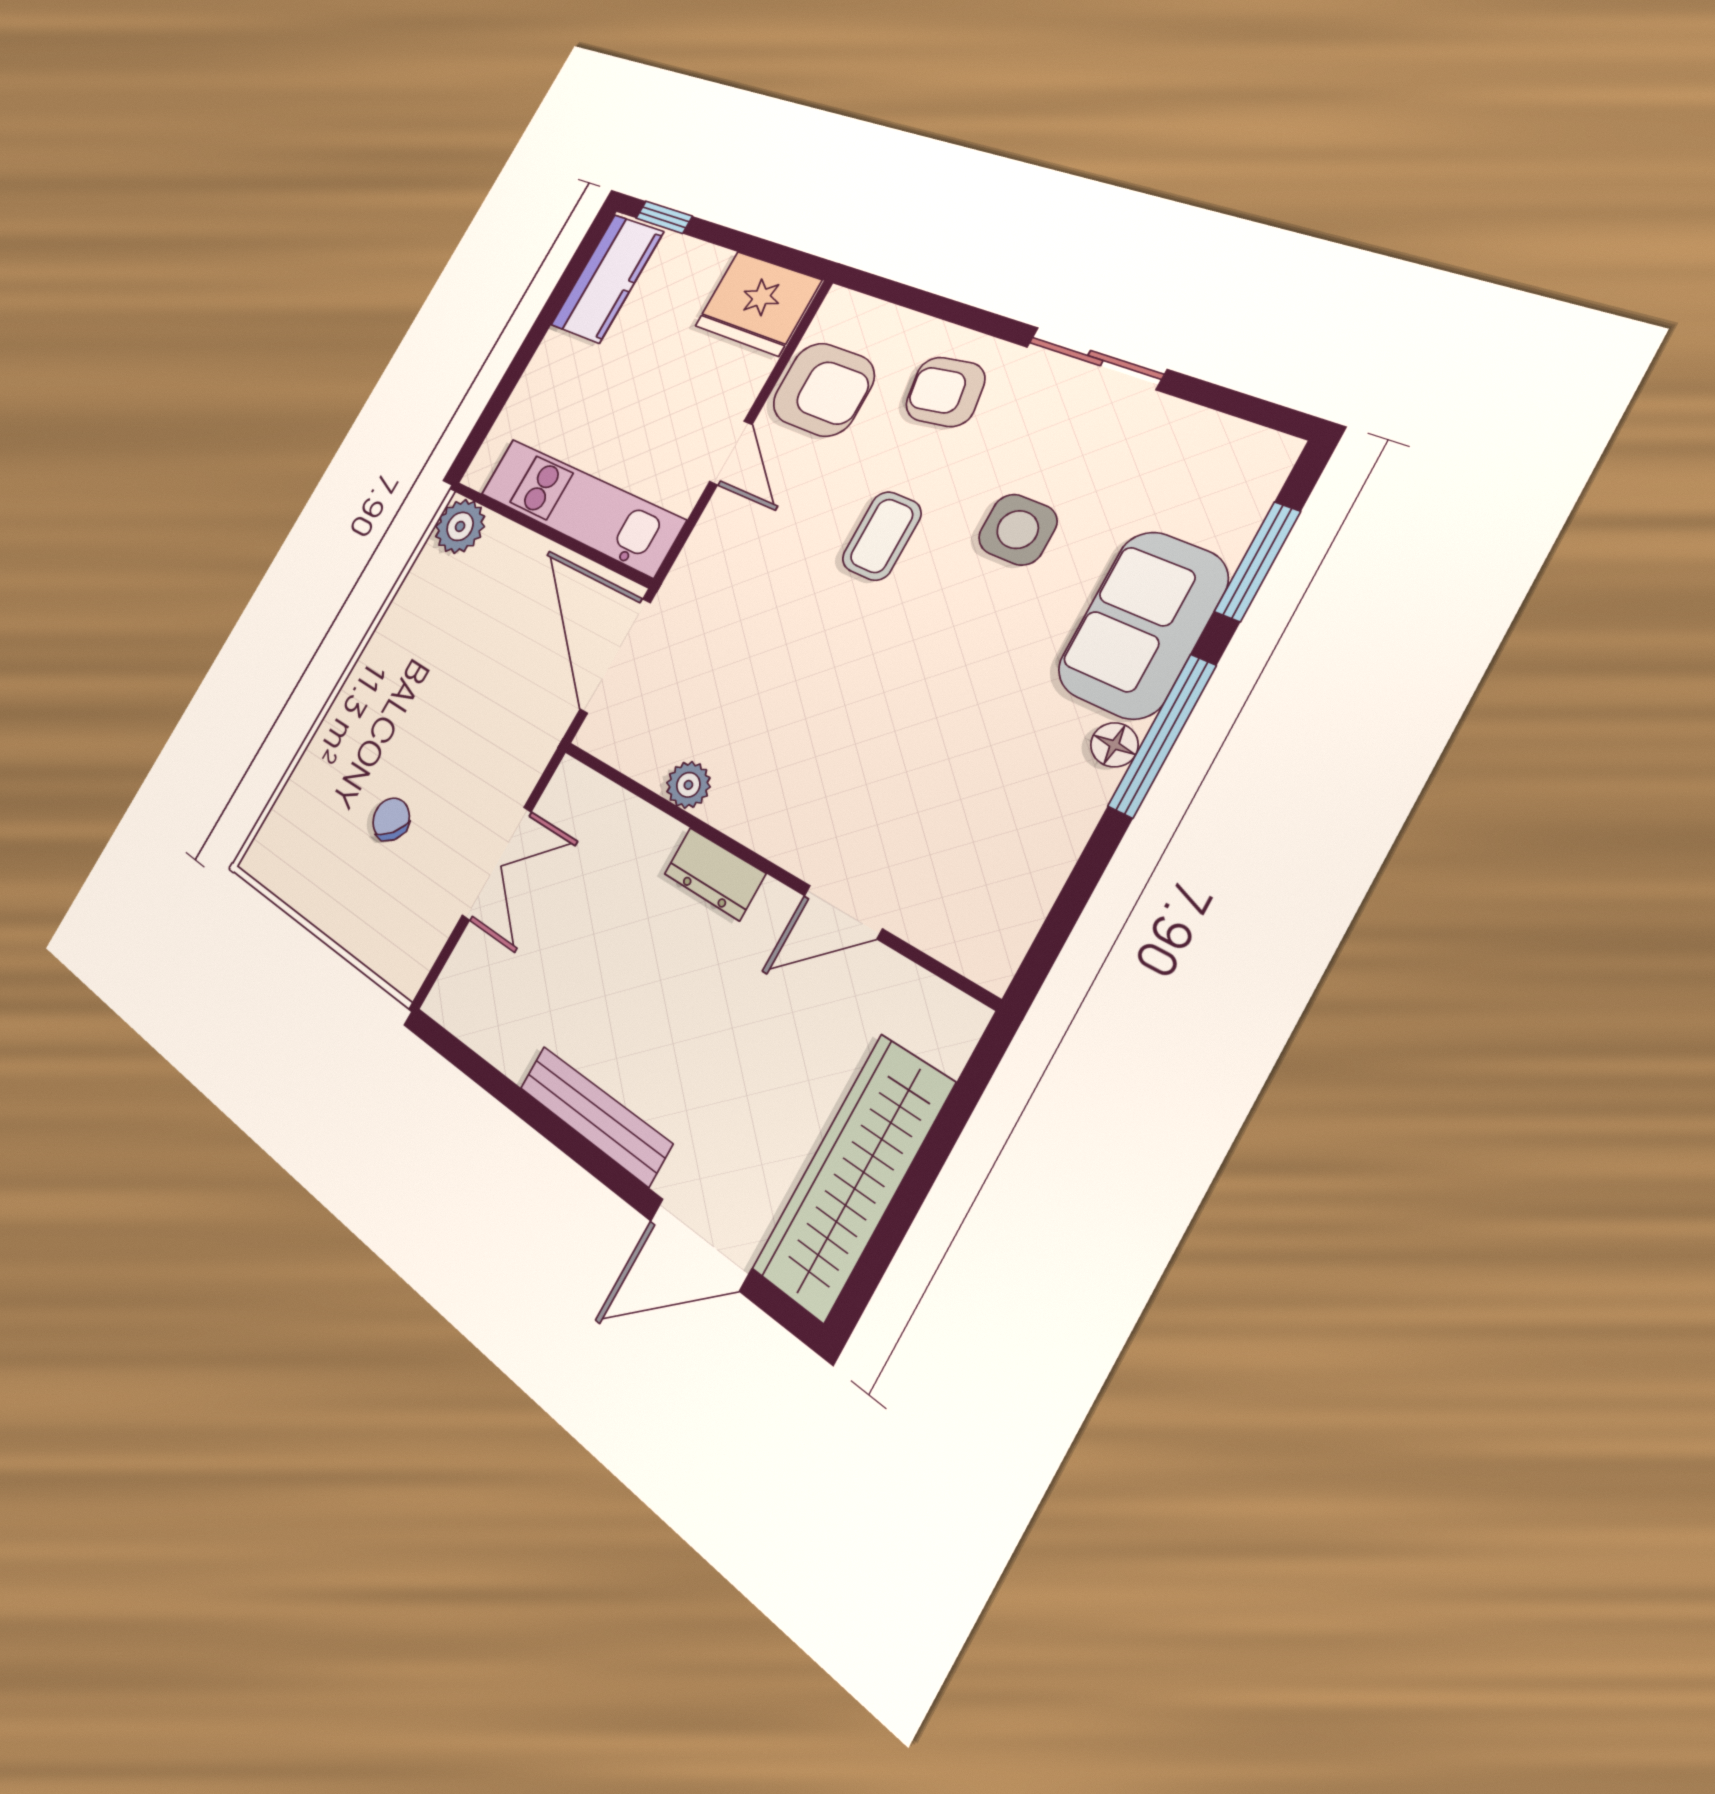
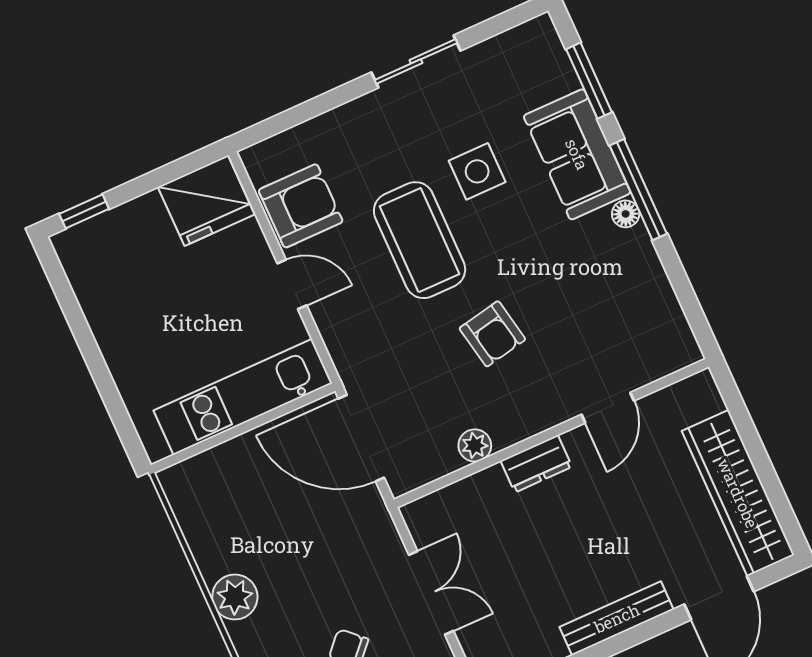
kitchen counter: (607, 278) -> (93, 275), removed
armchair: (945, 392) -> (492, 334), moved, turned -92
plant: (460, 526) -> (235, 597), moved
coffee table: (882, 536) -> (420, 240), width x1.86, depth x1.72

